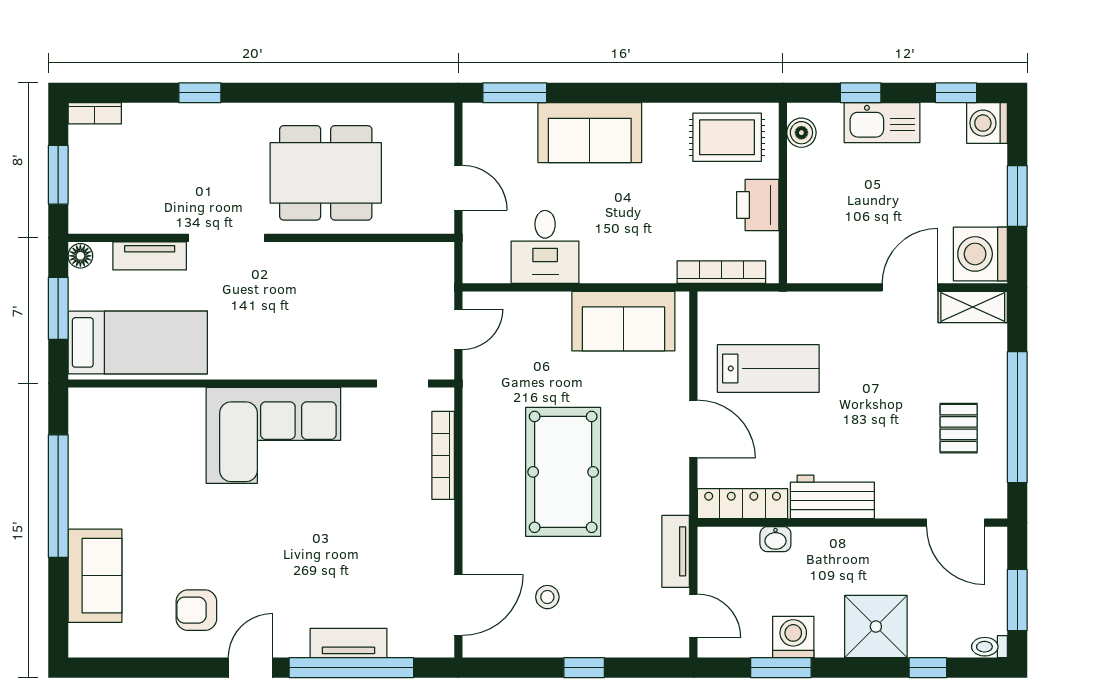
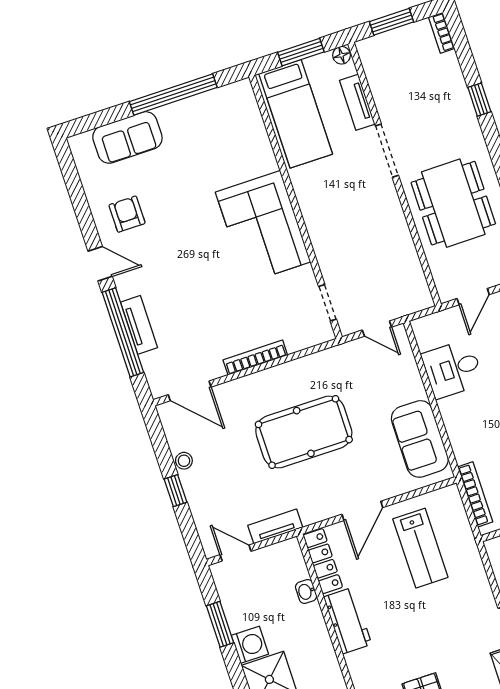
bookcase: (443, 455) -> (255, 358), moved
stool: (547, 597) -> (184, 461), moved
door: (693, 616) -> (236, 553), swing flipped
washing machine: (793, 637) -> (250, 645), moved

